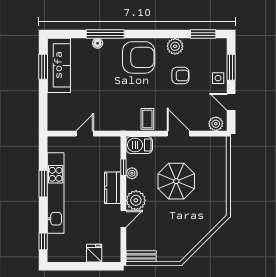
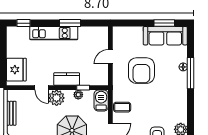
armchair: (139, 57) -> (141, 71), moved
door: (85, 134) -> (110, 57), swing flipped
kitchen unit: (56, 193) -> (54, 33), width x0.73
fridge: (94, 253) -> (16, 70), width x1.88, depth x1.34
bench: (141, 256) -> (11, 113), moved

